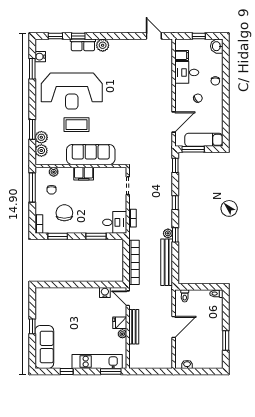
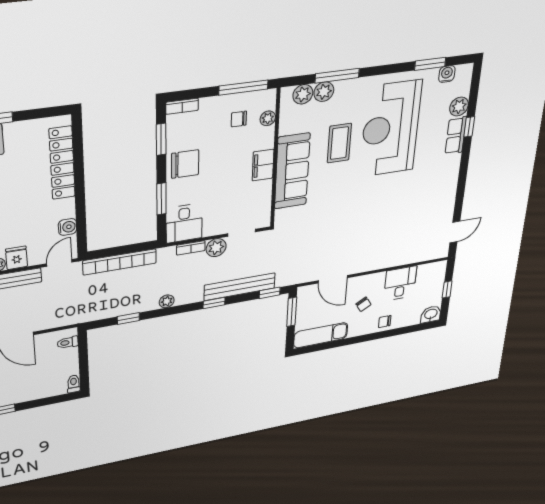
window: (55, 36) -> (474, 93), removed
plant: (103, 45) -> (459, 107), moved
filing cabinet: (182, 55) -> (424, 273), removed
window: (32, 129) -> (337, 76), width x1.44
exam couch: (204, 140) -> (321, 335), moved, turned -90
plant: (135, 202) -> (216, 248), added
chair: (64, 213) -> (185, 164), moved
window: (175, 235) -> (128, 319), moved
bench: (167, 262) -> (240, 287), moved
locker: (64, 294) -> (62, 163), added

